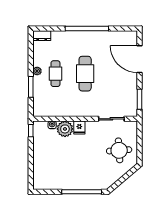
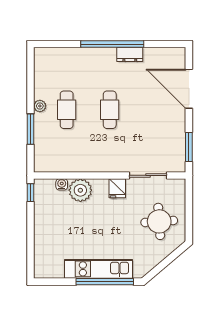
dresser: (42, 36) -> (130, 54), moved
cafe table: (85, 74) -> (110, 110), width x0.73, depth x0.74
fridge: (79, 128) -> (117, 188), moved
kitchen unit: (77, 183) -> (98, 269), added

